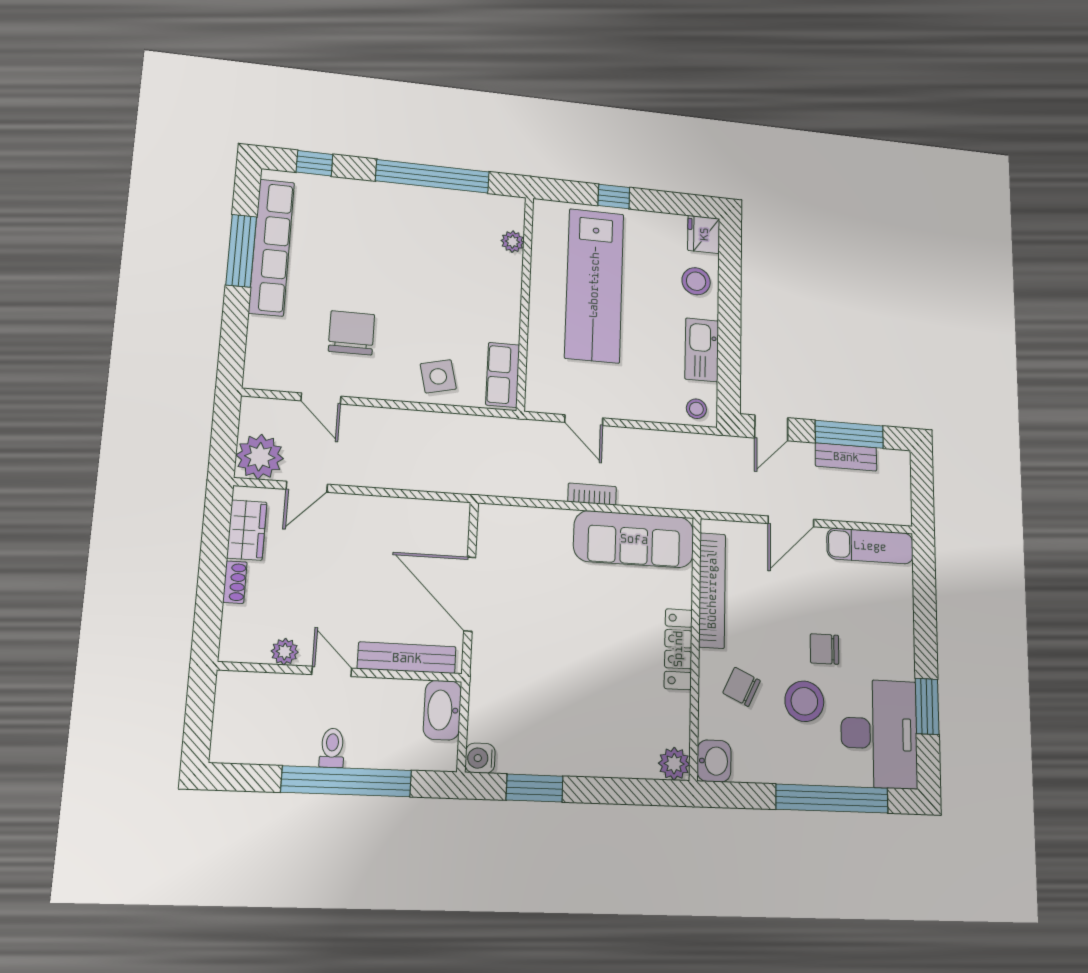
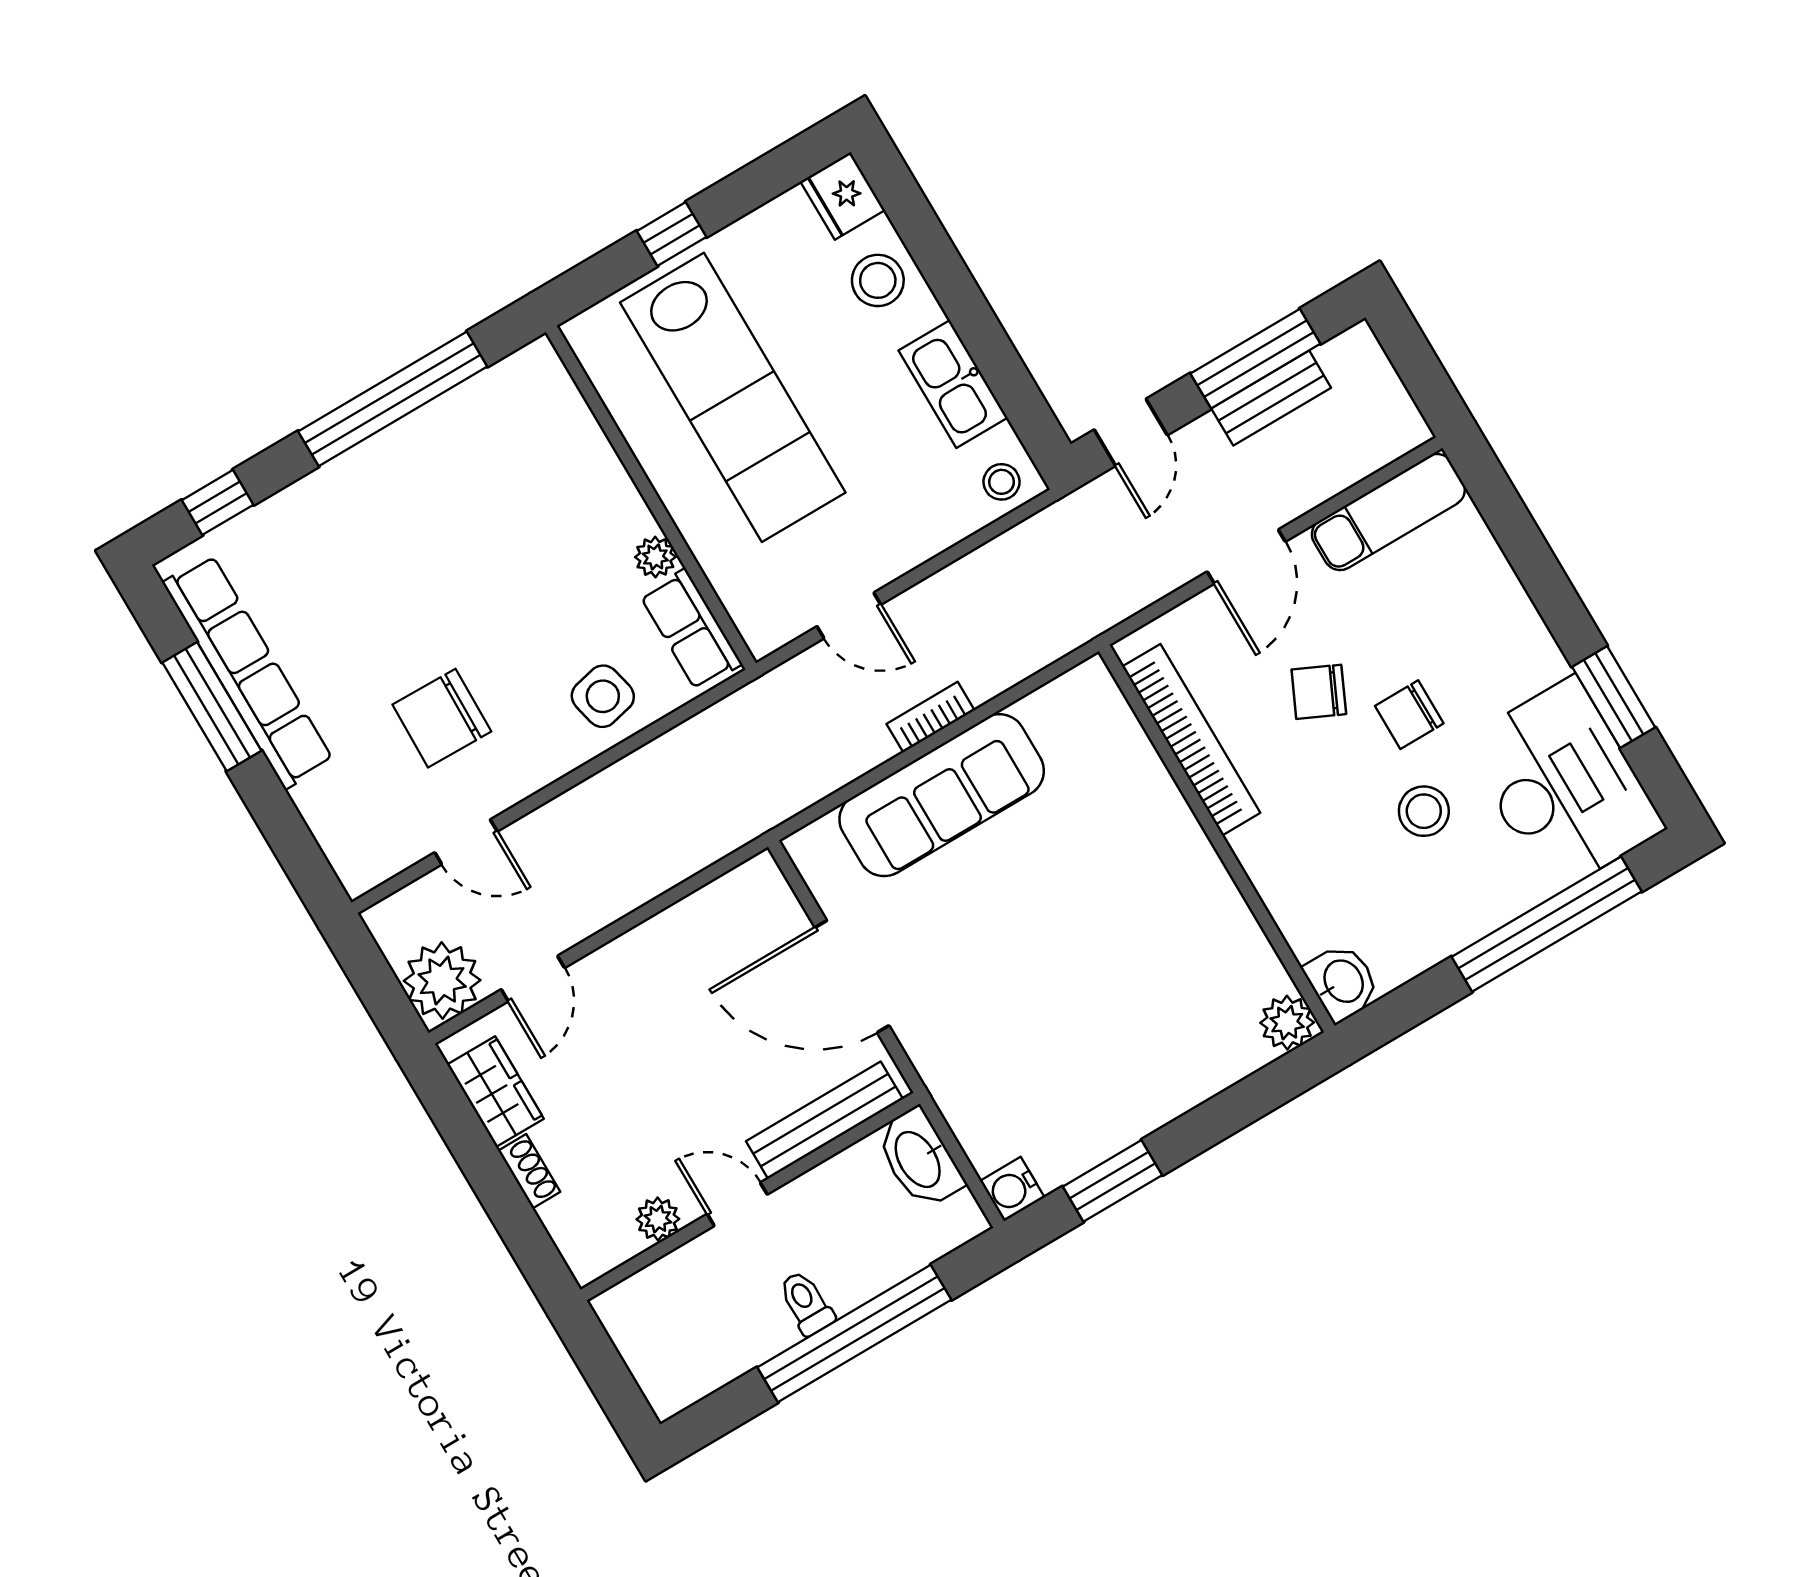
plant: (513, 242) -> (655, 557), moved
chair: (352, 333) -> (442, 718), turned -89
sofa: (634, 539) -> (942, 795), moved
locker: (678, 649) -> (1194, 858), removed
chair: (742, 687) -> (1319, 692), moved
stool: (804, 701) -> (1424, 811), width x0.73, depth x0.73

